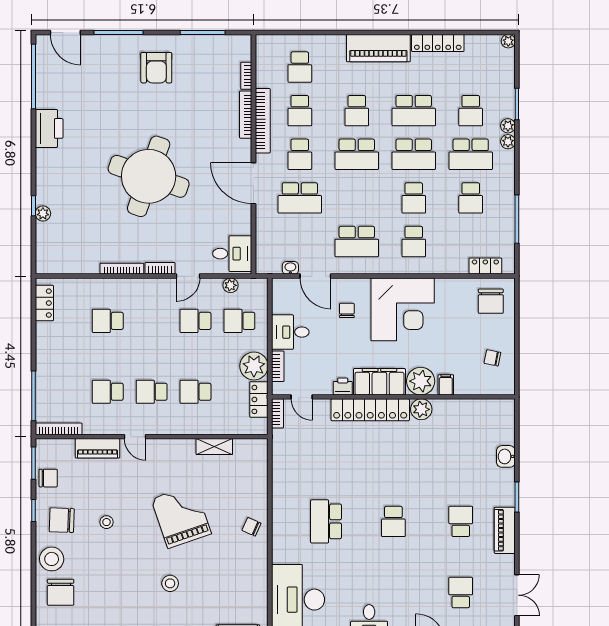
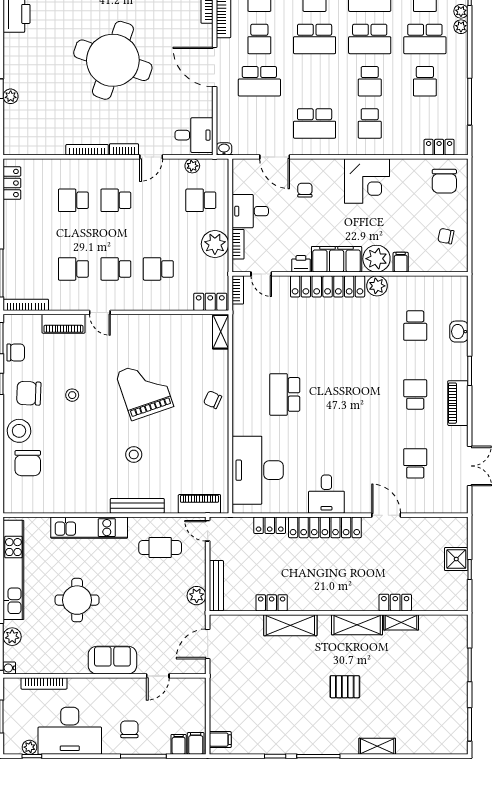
washbasin: (290, 268) -> (224, 149), moved
corner desk: (403, 309) -> (367, 181), width x0.74, depth x0.74
school desk: (195, 321) -> (116, 200), moved
locker: (259, 399) -> (210, 302), moved, turned 90
shelving: (214, 447) -> (221, 332), moved, turned 90
school desk: (393, 521) -> (415, 326), moved

